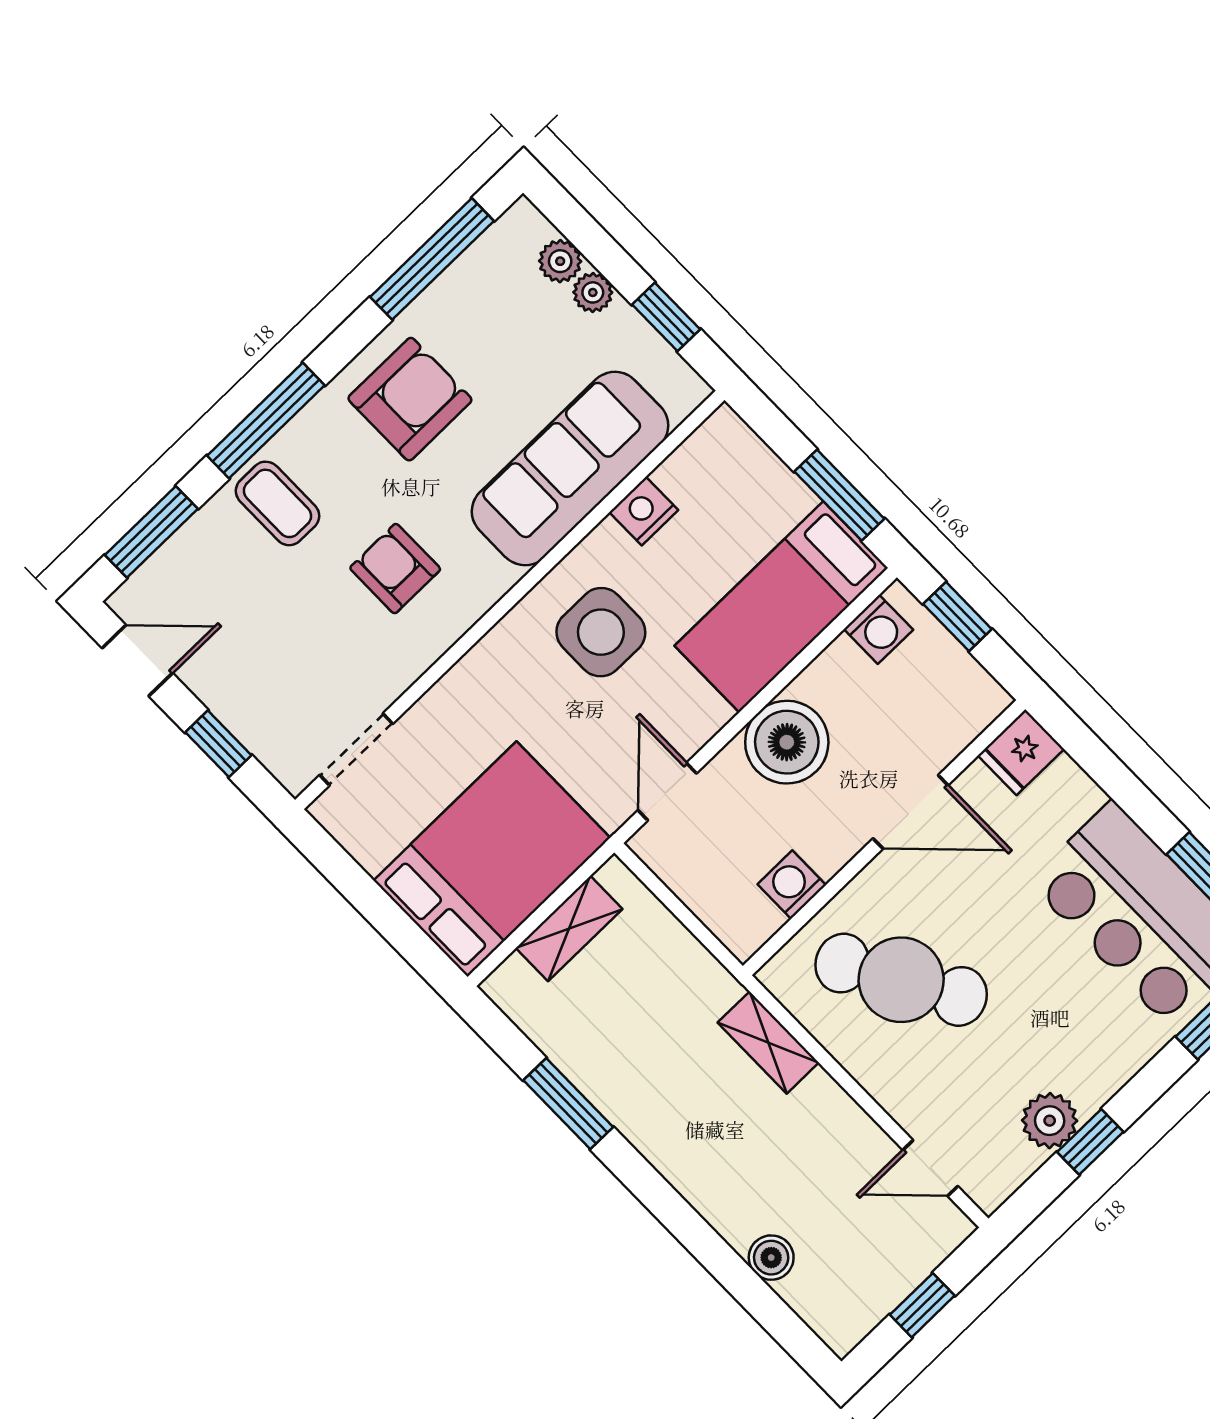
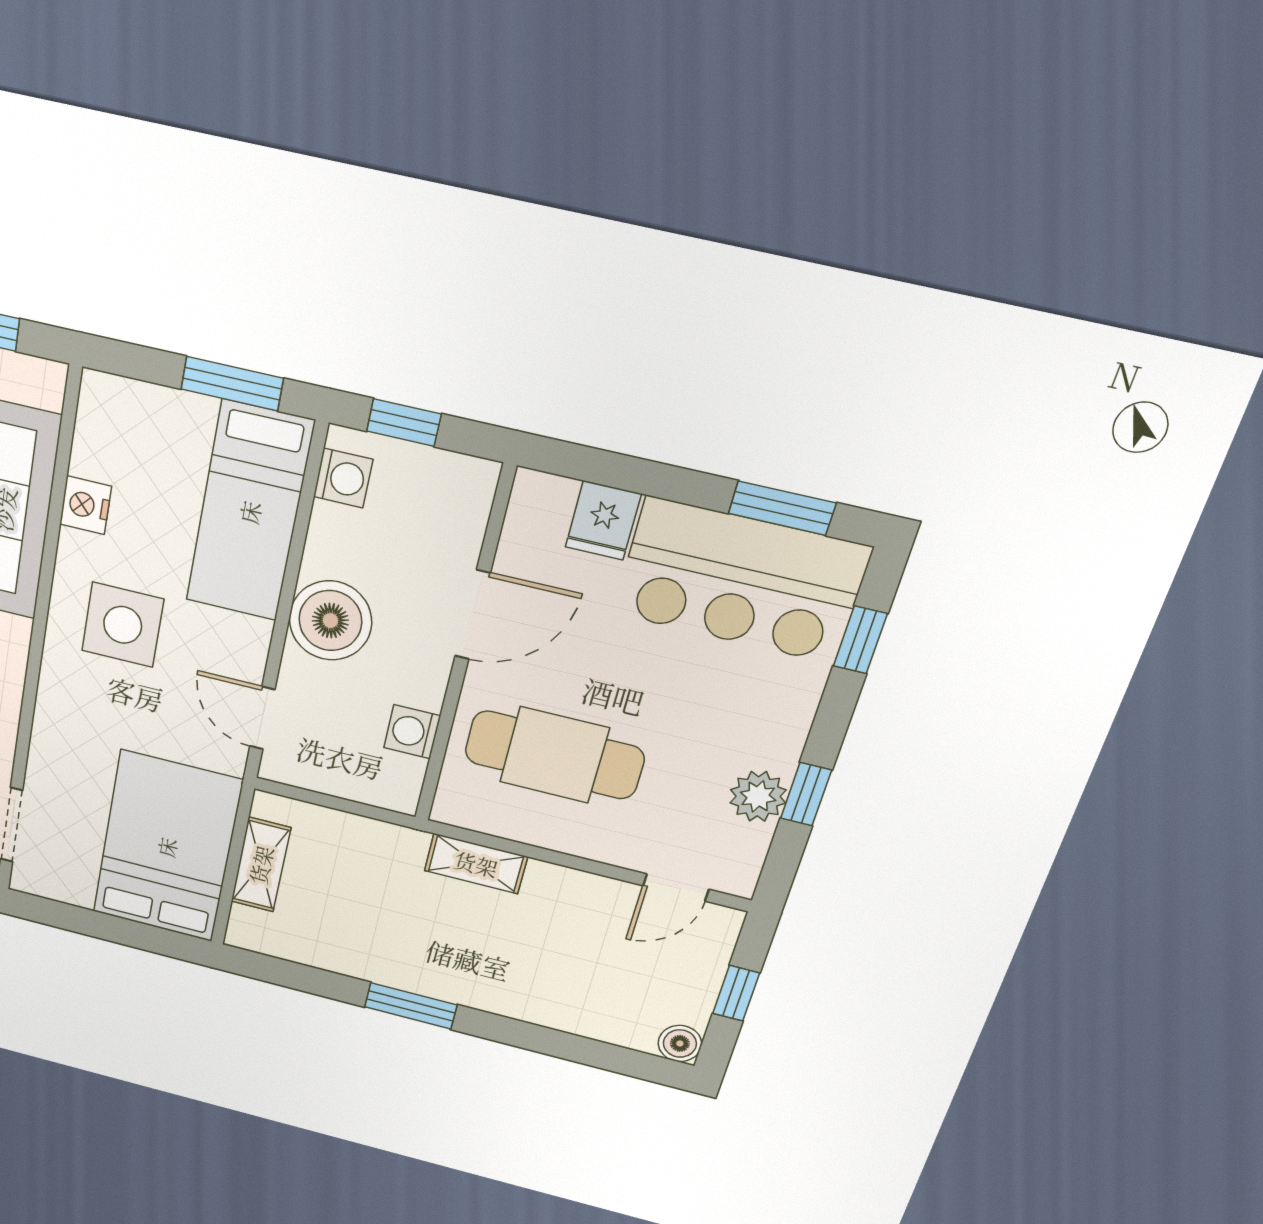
fridge: (1021, 752) -> (603, 521), moved
cafe table: (901, 980) -> (554, 755), turned 30
window: (568, 1104) -> (411, 1006), moved
boiler: (771, 1258) -> (680, 1043), moved

